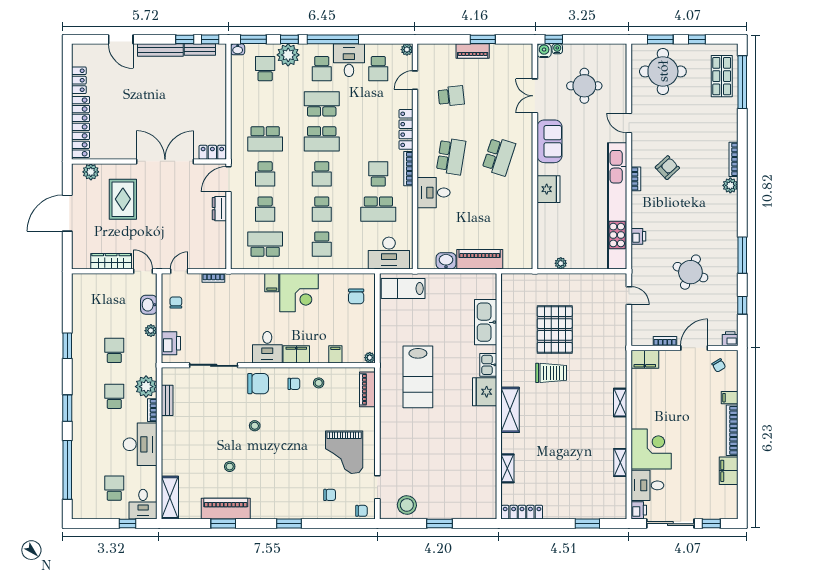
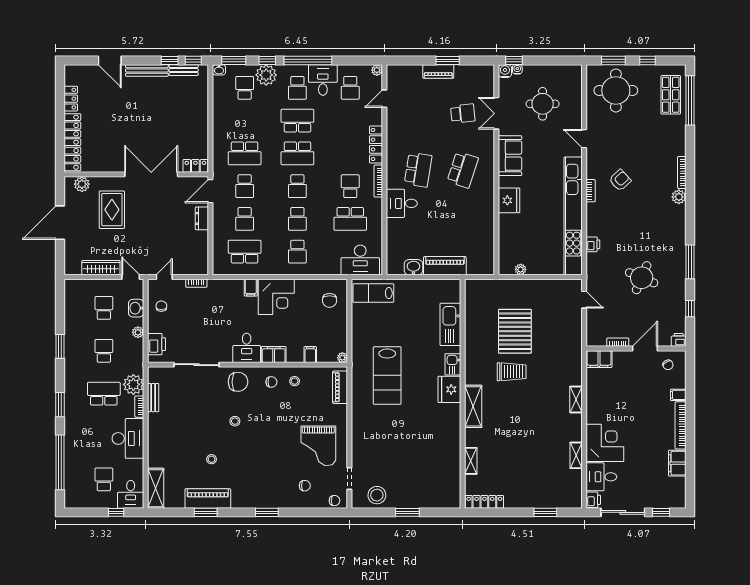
school desk: (451, 96) -> (463, 113), moved
school desk: (114, 305) -> (104, 308), added
school desk: (114, 396) -> (104, 394), width x1.85

